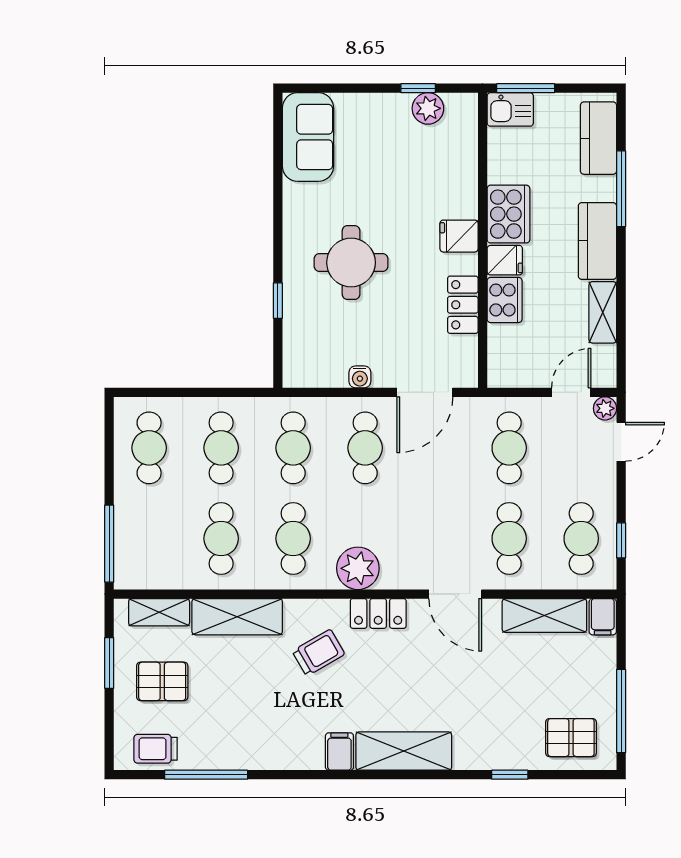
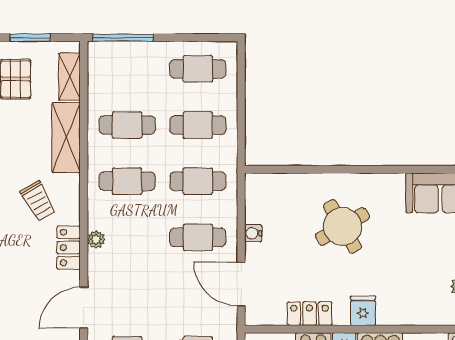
round table: (351, 263) -> (342, 226), turned -30
window: (278, 301) -> (313, 169), removed
plant: (358, 568) -> (96, 239), width x0.53, depth x0.53

